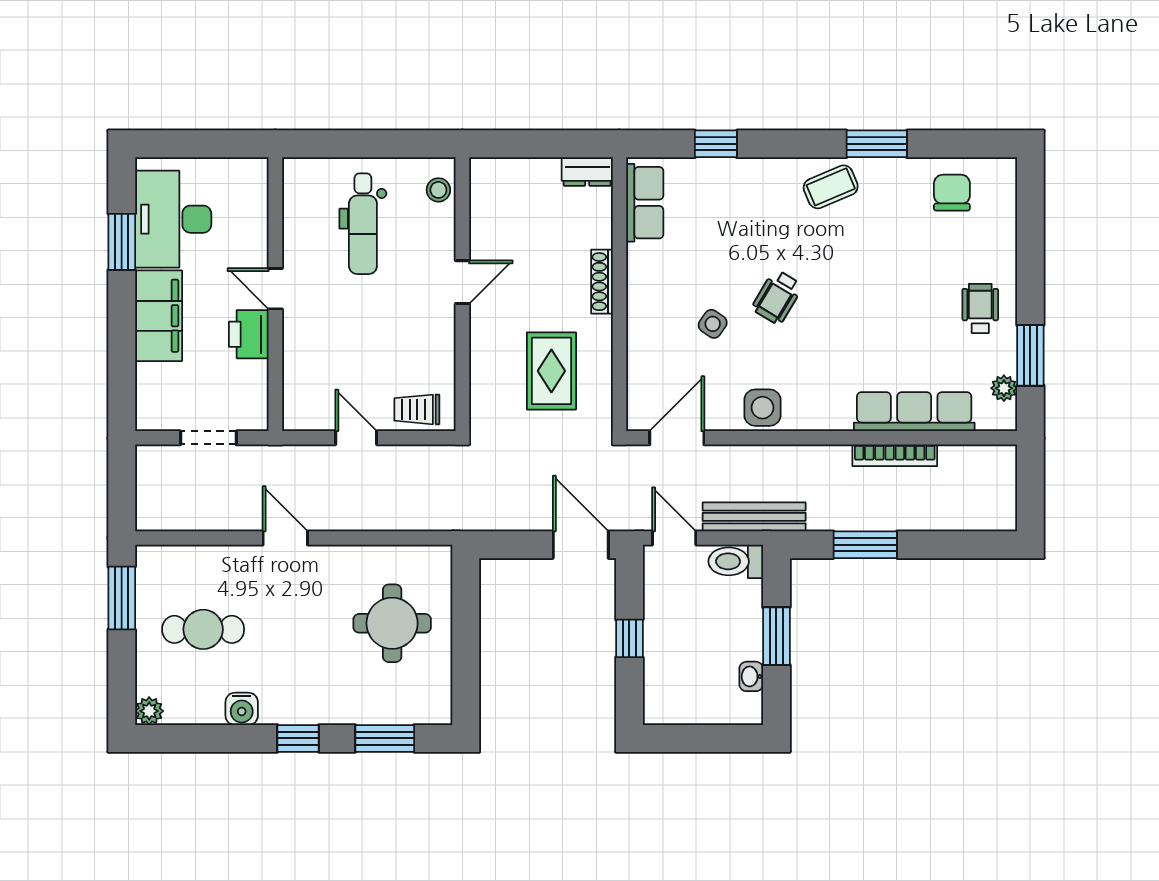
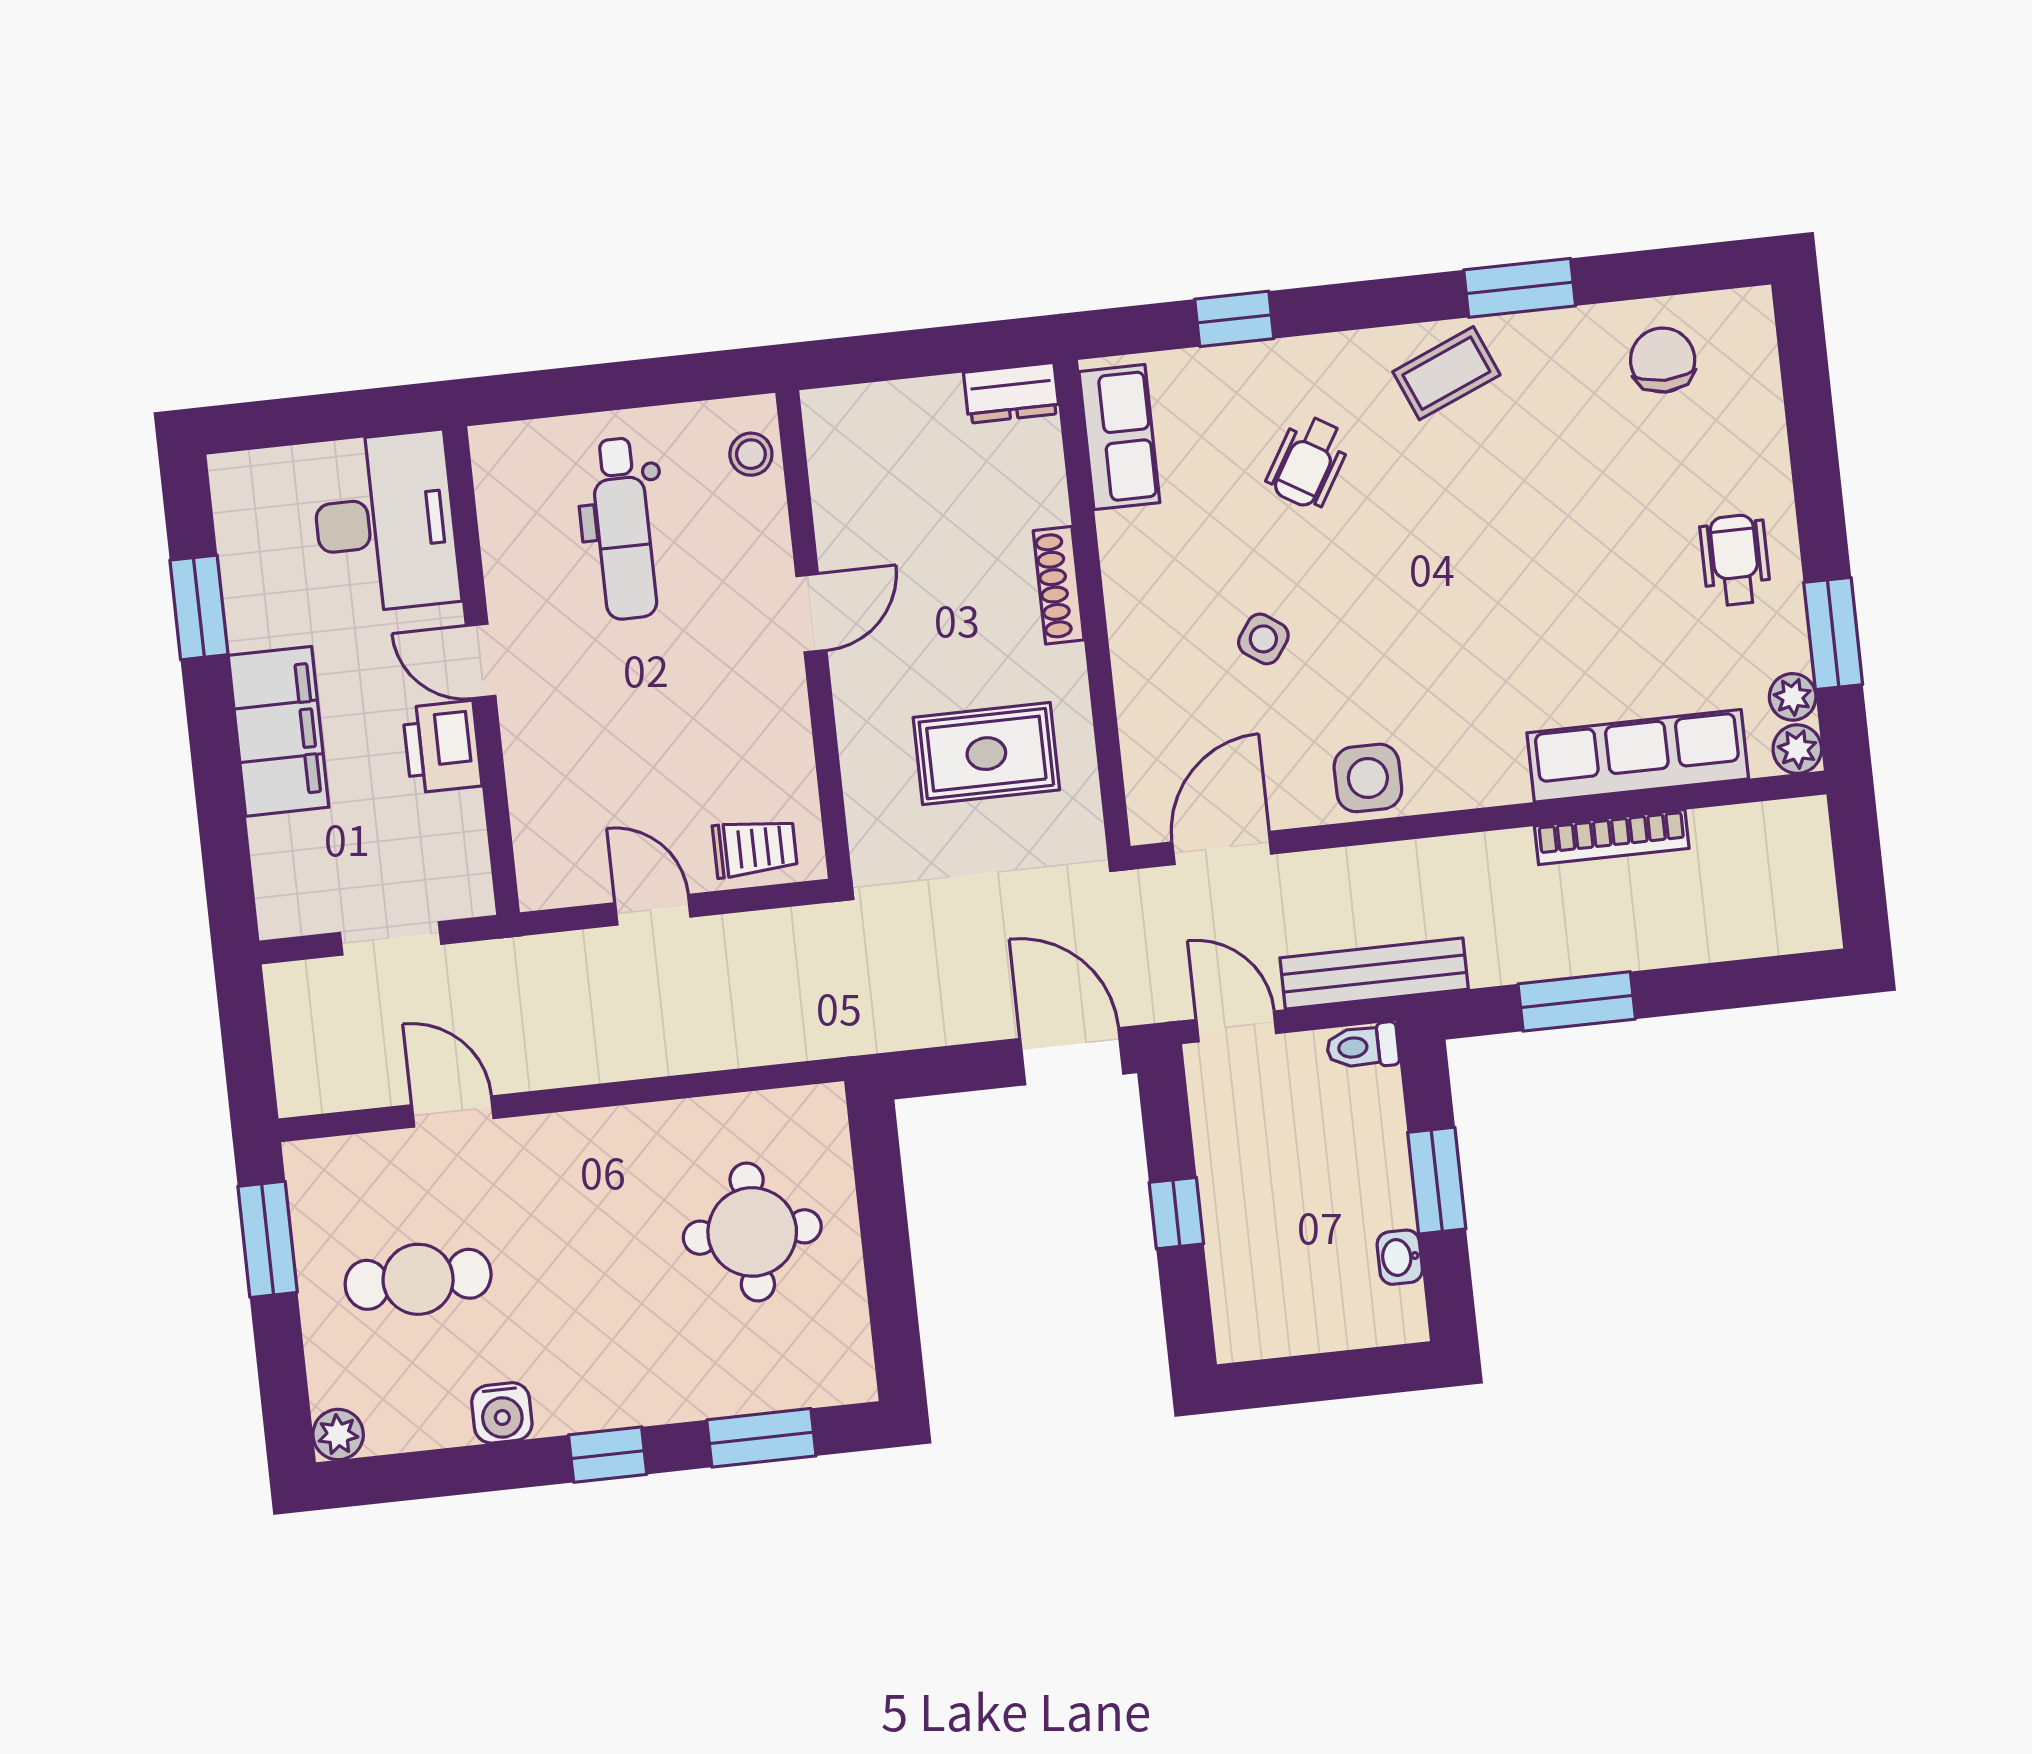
desk: (173, 219) -> (385, 522), moved, turned 180
wheelchair: (777, 297) -> (1308, 462), moved
rug: (551, 371) -> (986, 754), turned 90
trolley: (417, 409) -> (755, 848), turned 180
plant: (1003, 418) -> (1797, 749), added
door: (285, 538) -> (453, 1112), moved
toilet: (736, 561) -> (1363, 1046), width x0.73, depth x0.72

